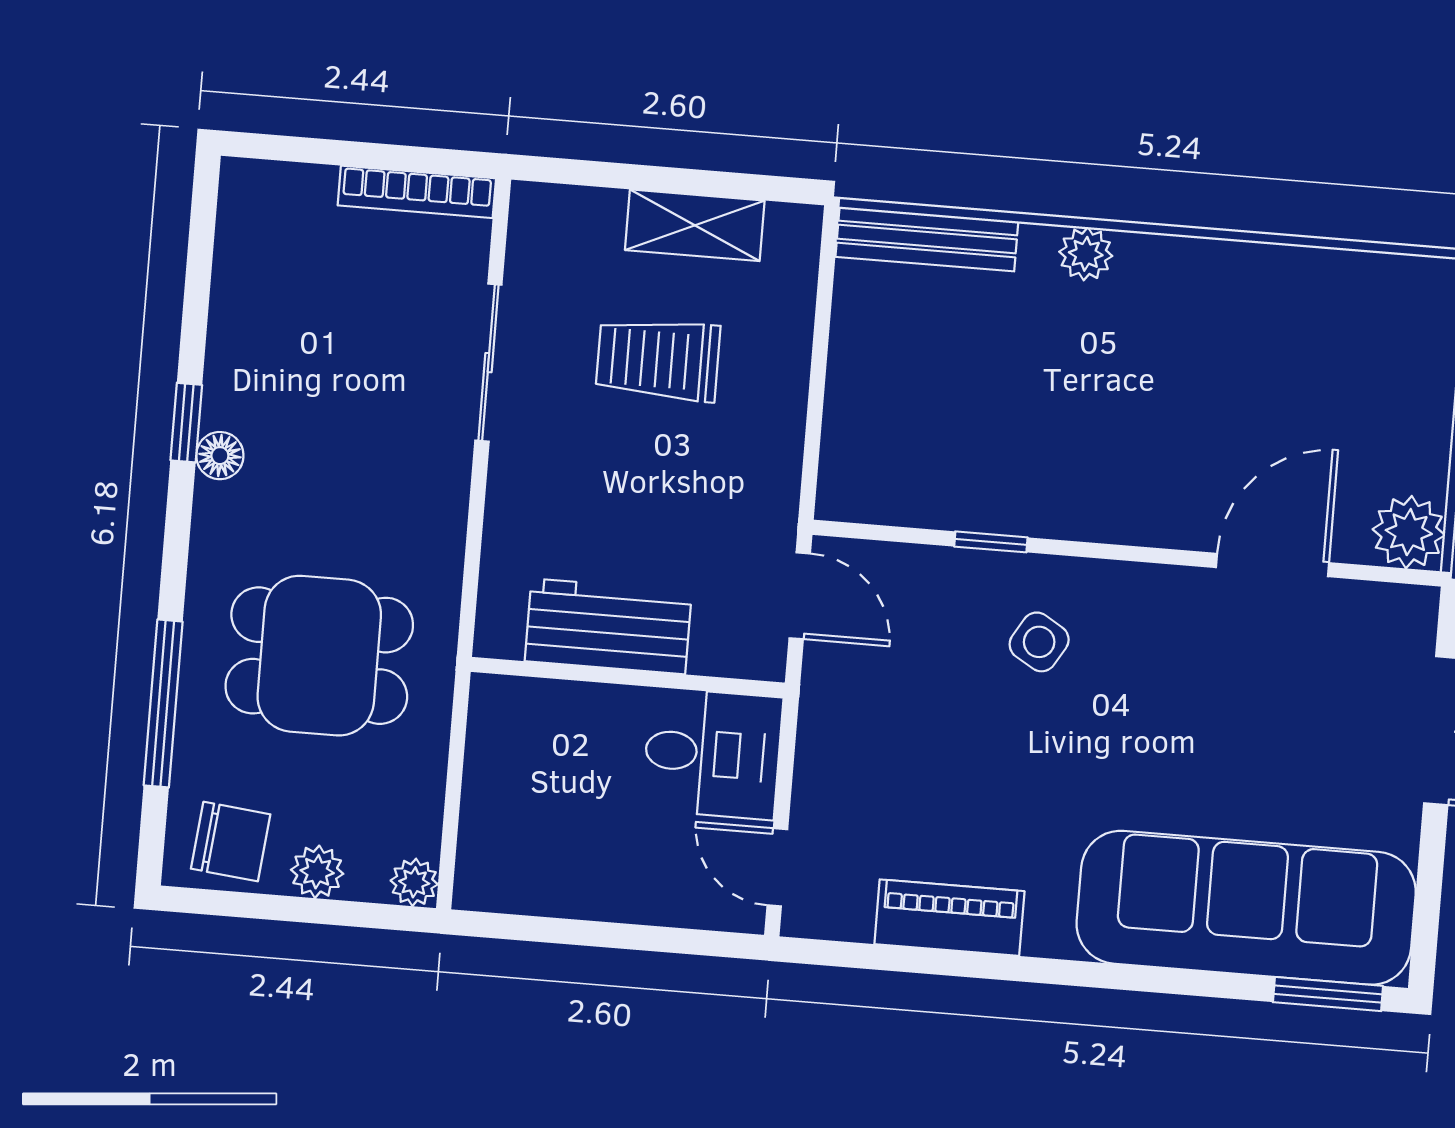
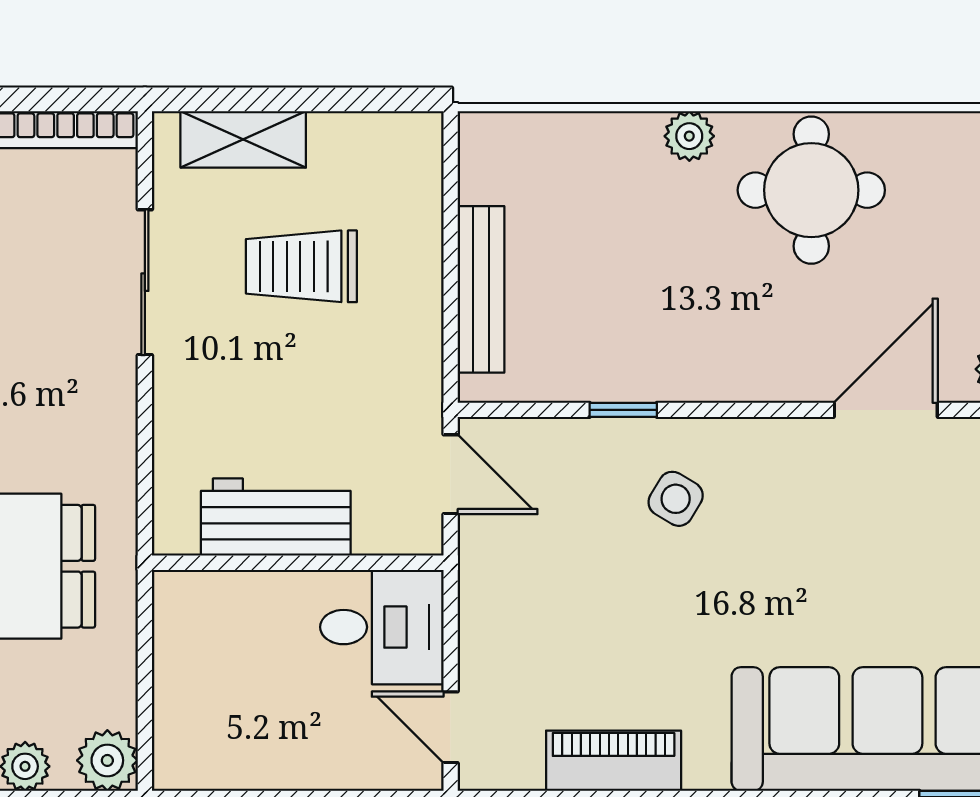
shelving: (695, 225) -> (243, 139), moved
bench: (927, 239) -> (481, 289), moved, turned 90
round table: (1212, 323) -> (811, 190), added
plant: (414, 882) -> (107, 760), width x1.38, depth x1.38

